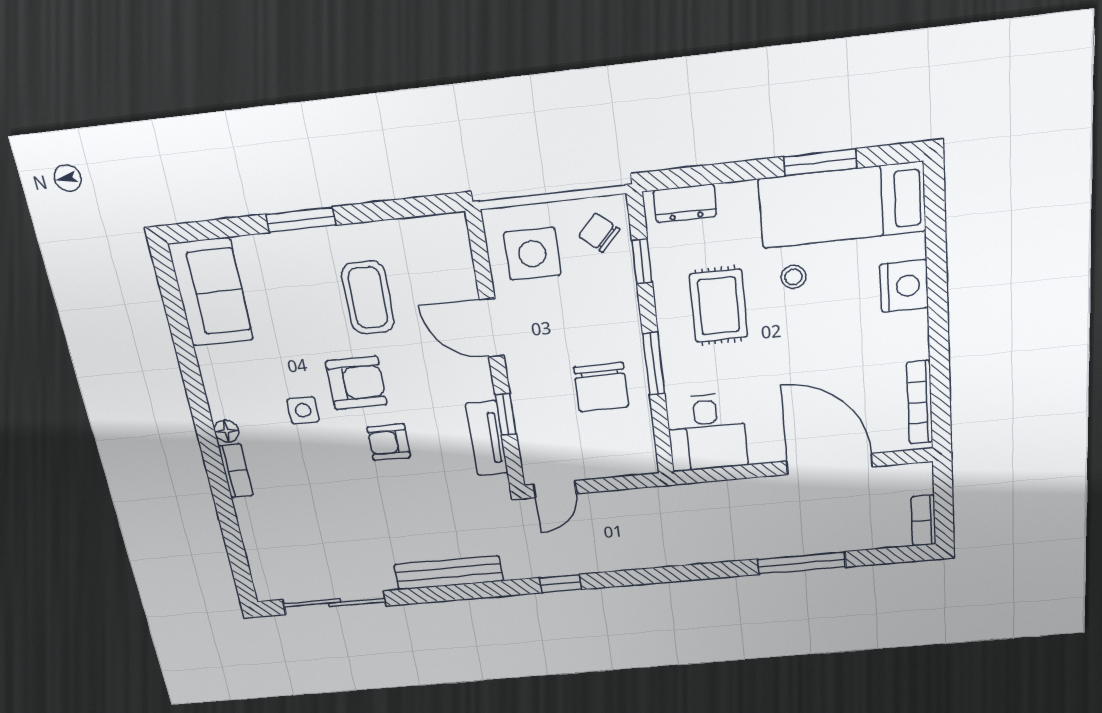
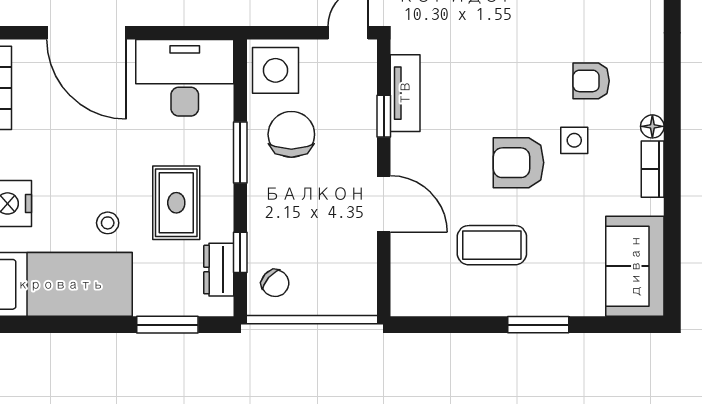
window: (820, 162) -> (167, 325), moved
dresser: (685, 203) -> (219, 270), moved, turned -90
side table: (532, 254) -> (276, 70), moved
coffee table: (368, 298) -> (492, 245), turned 90
desk: (707, 432) -> (185, 78), width x1.37
armchair: (389, 442) -> (591, 81), moved, turned 180
bookcase: (236, 471) -> (653, 169), moved

